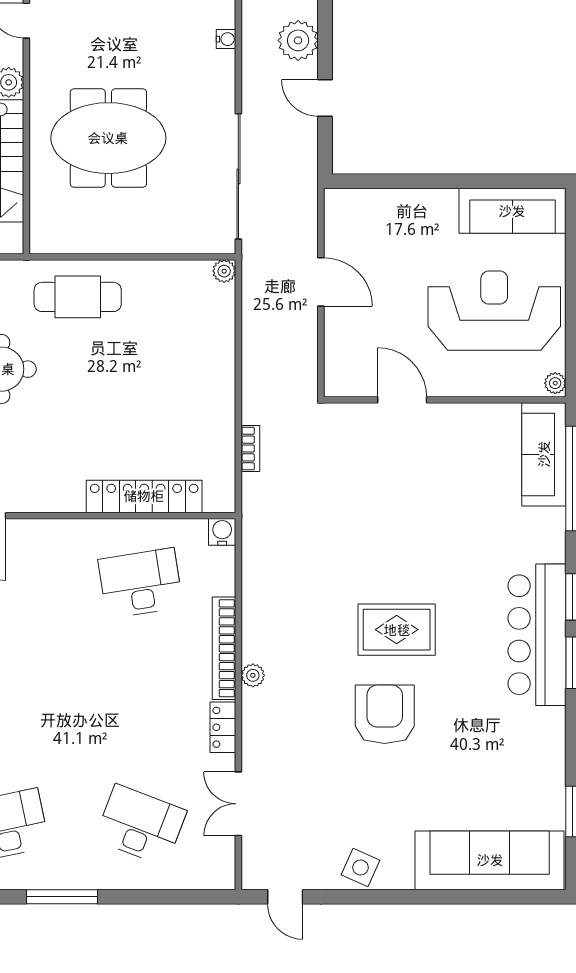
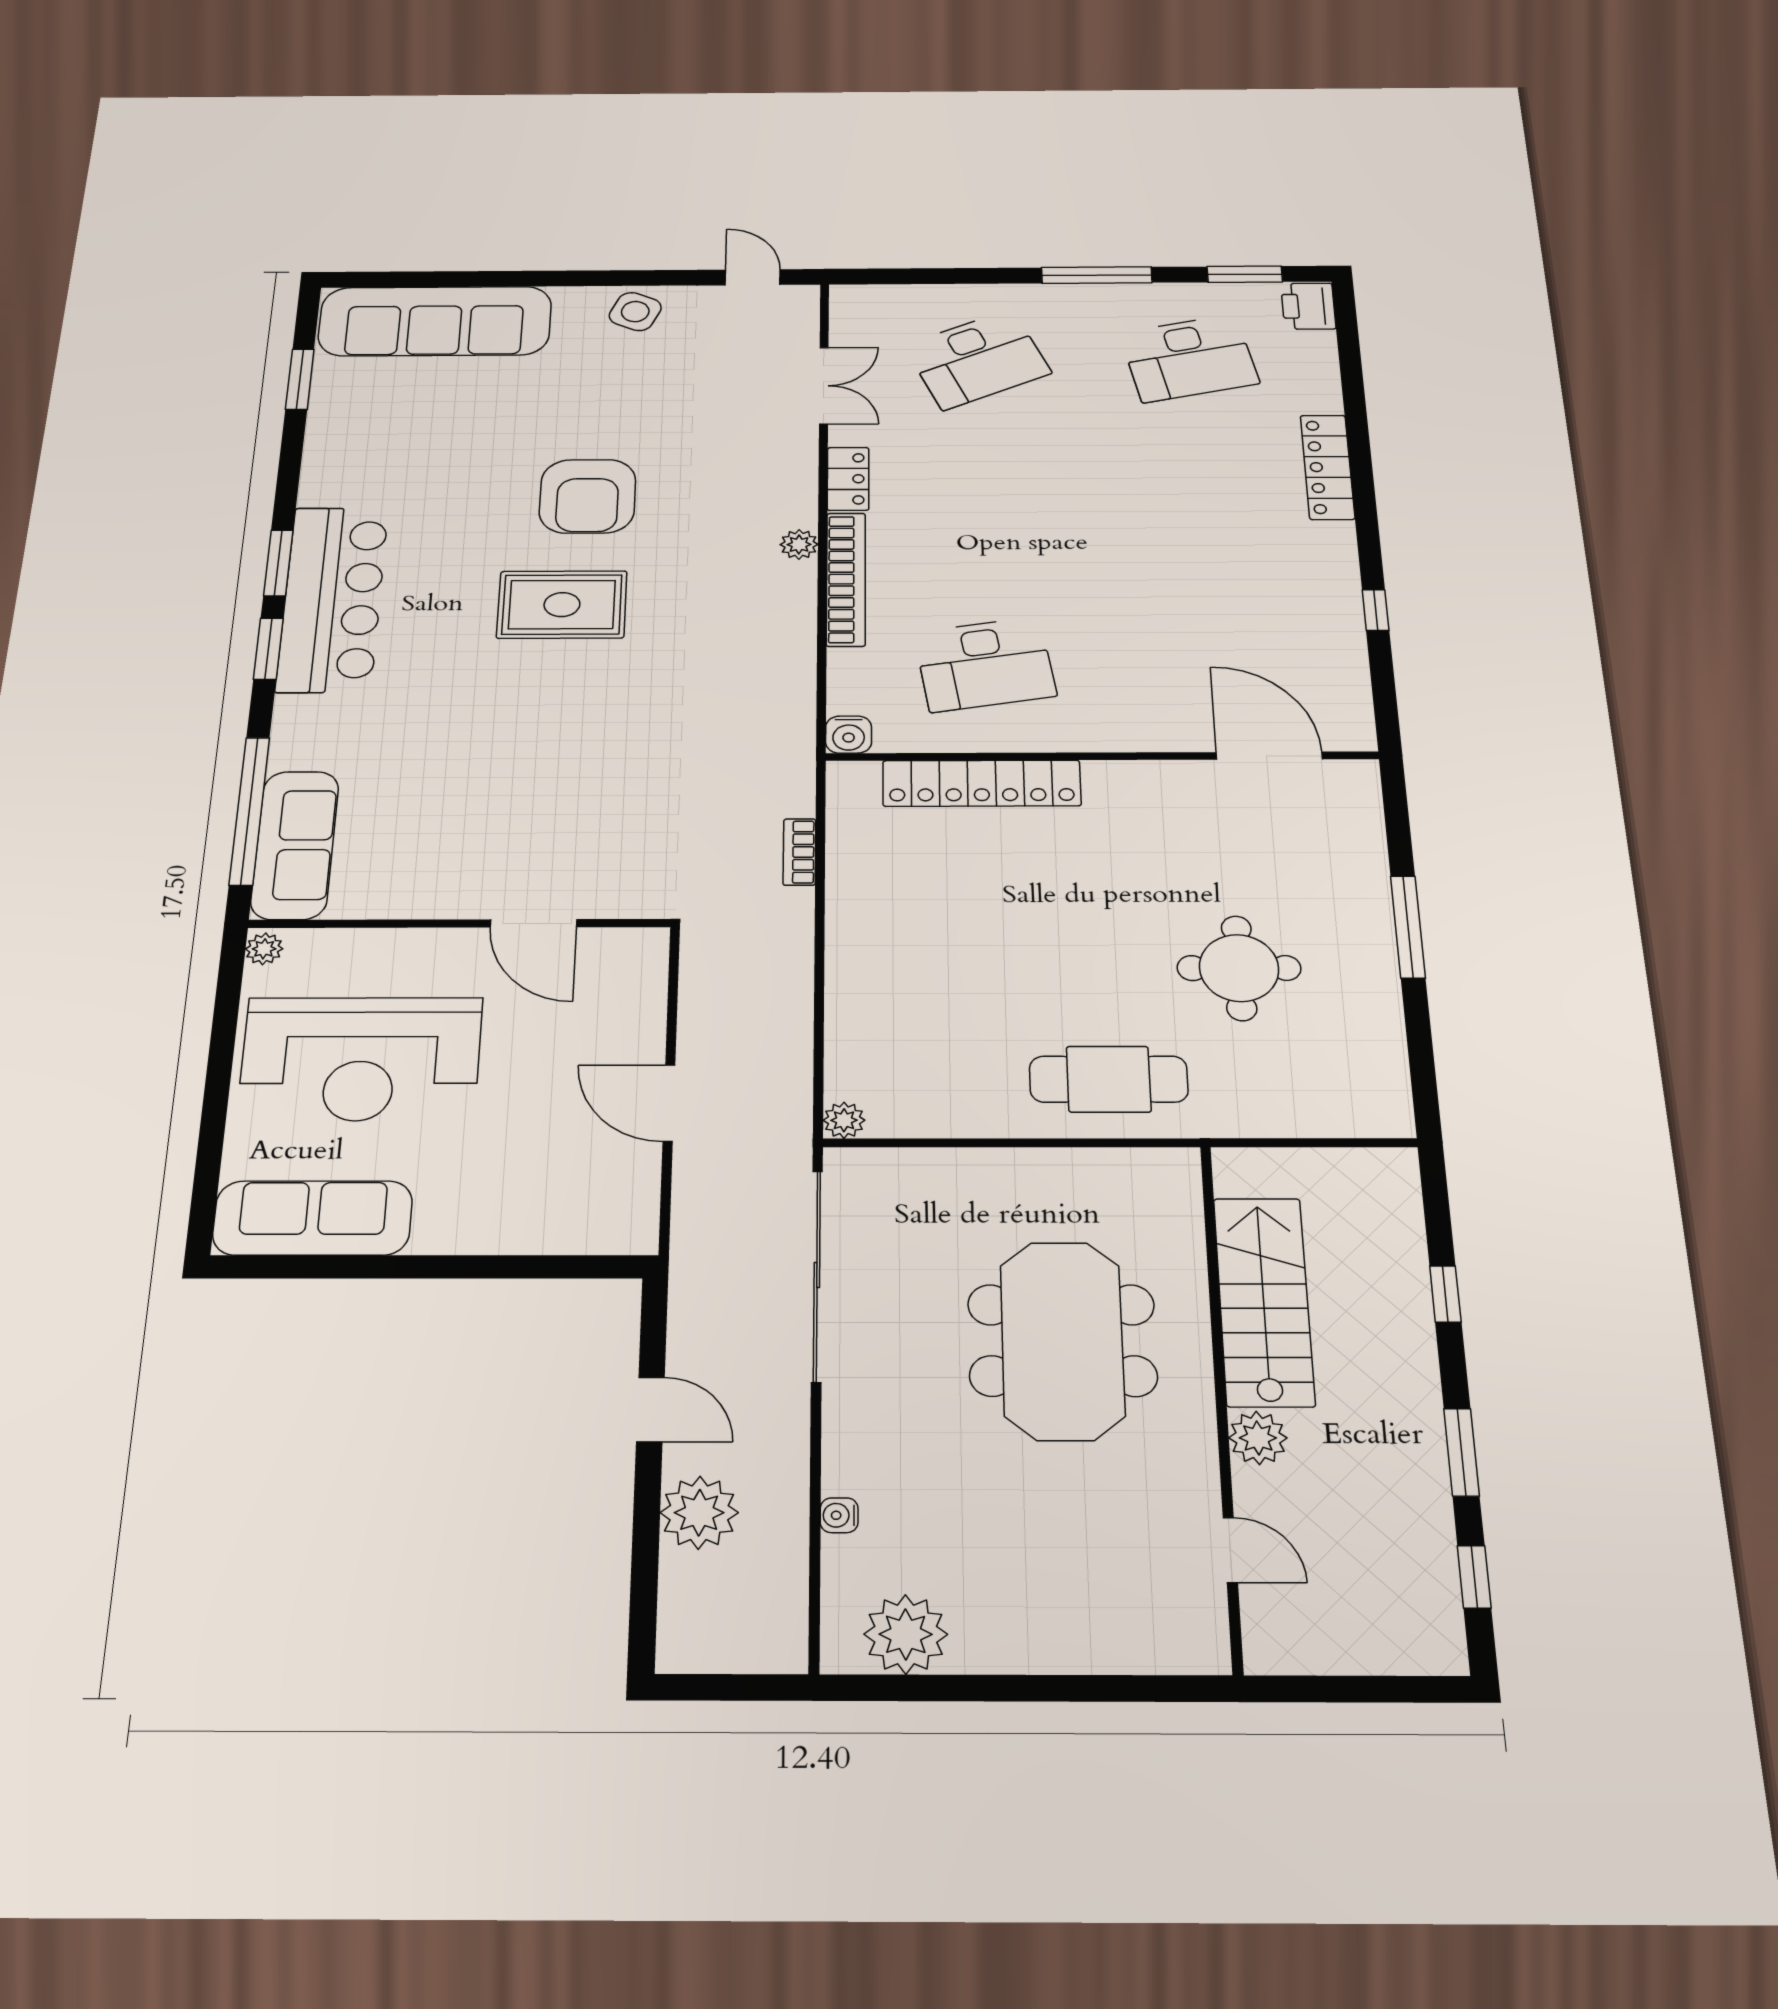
meeting table: (108, 138) -> (1062, 1340), turned 90
desk: (141, 825) -> (978, 359), turned -45

